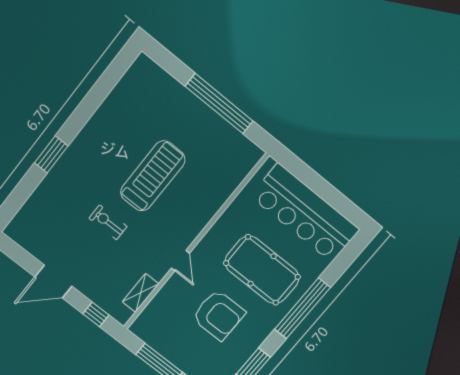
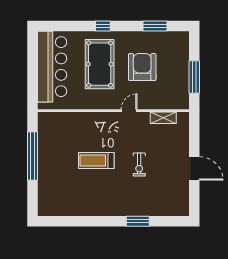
window: (51, 154) -> (138, 221), moved
treadmill: (153, 176) -> (96, 160), width x0.73, depth x0.73
window: (302, 308) -> (103, 26), width x0.32
window: (96, 314) -> (194, 132), removed

